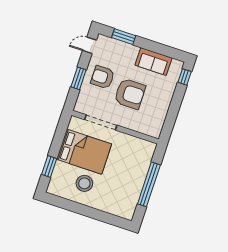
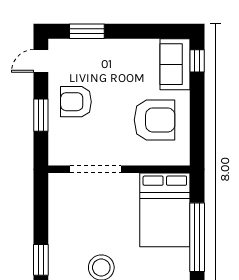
sofa: (153, 62) -> (175, 64), moved, turned 90
armchair: (130, 94) -> (155, 120), moved
bed: (84, 152) -> (165, 210), moved, turned 90

